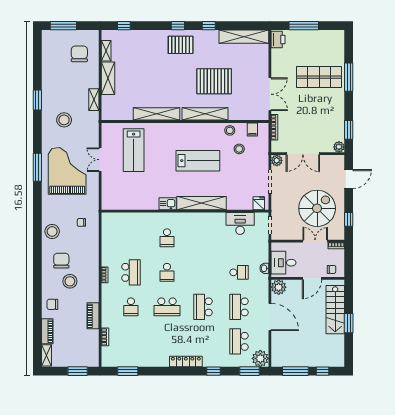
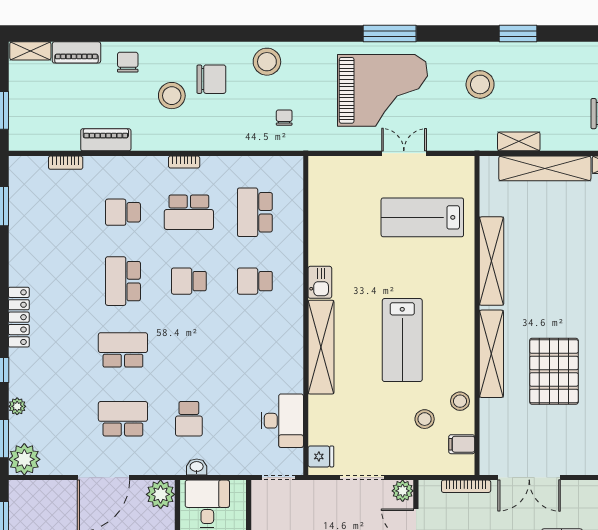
shelving: (108, 78) -> (545, 168), width x1.47
school desk: (239, 341) -> (255, 212), moved, turned -90
plant: (233, 362) -> (17, 406), added

